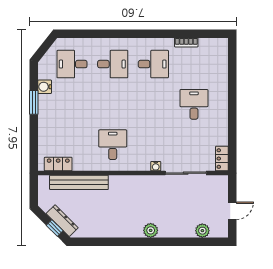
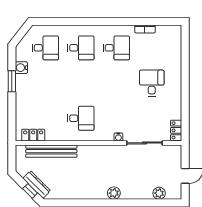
desk: (72, 64) -> (45, 48), turned 180
desk: (113, 145) -> (81, 118), turned 90

